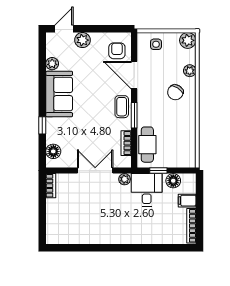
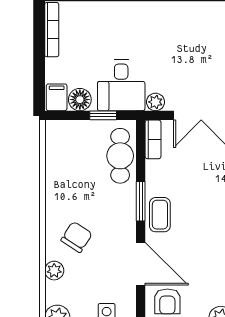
bookcase: (126, 143) -> (153, 139), moved
filing cabinet: (187, 201) -> (57, 97), moved, turned -90

